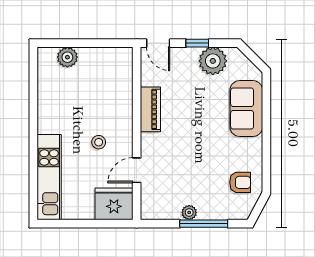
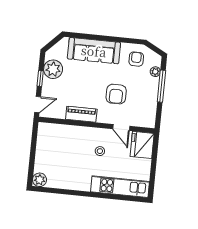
plant: (67, 57) -> (40, 180), moved
sofa: (246, 109) -> (94, 51), width x1.36
armchair: (185, 158) -> (116, 94), added
plant: (189, 212) -> (155, 72), moved

